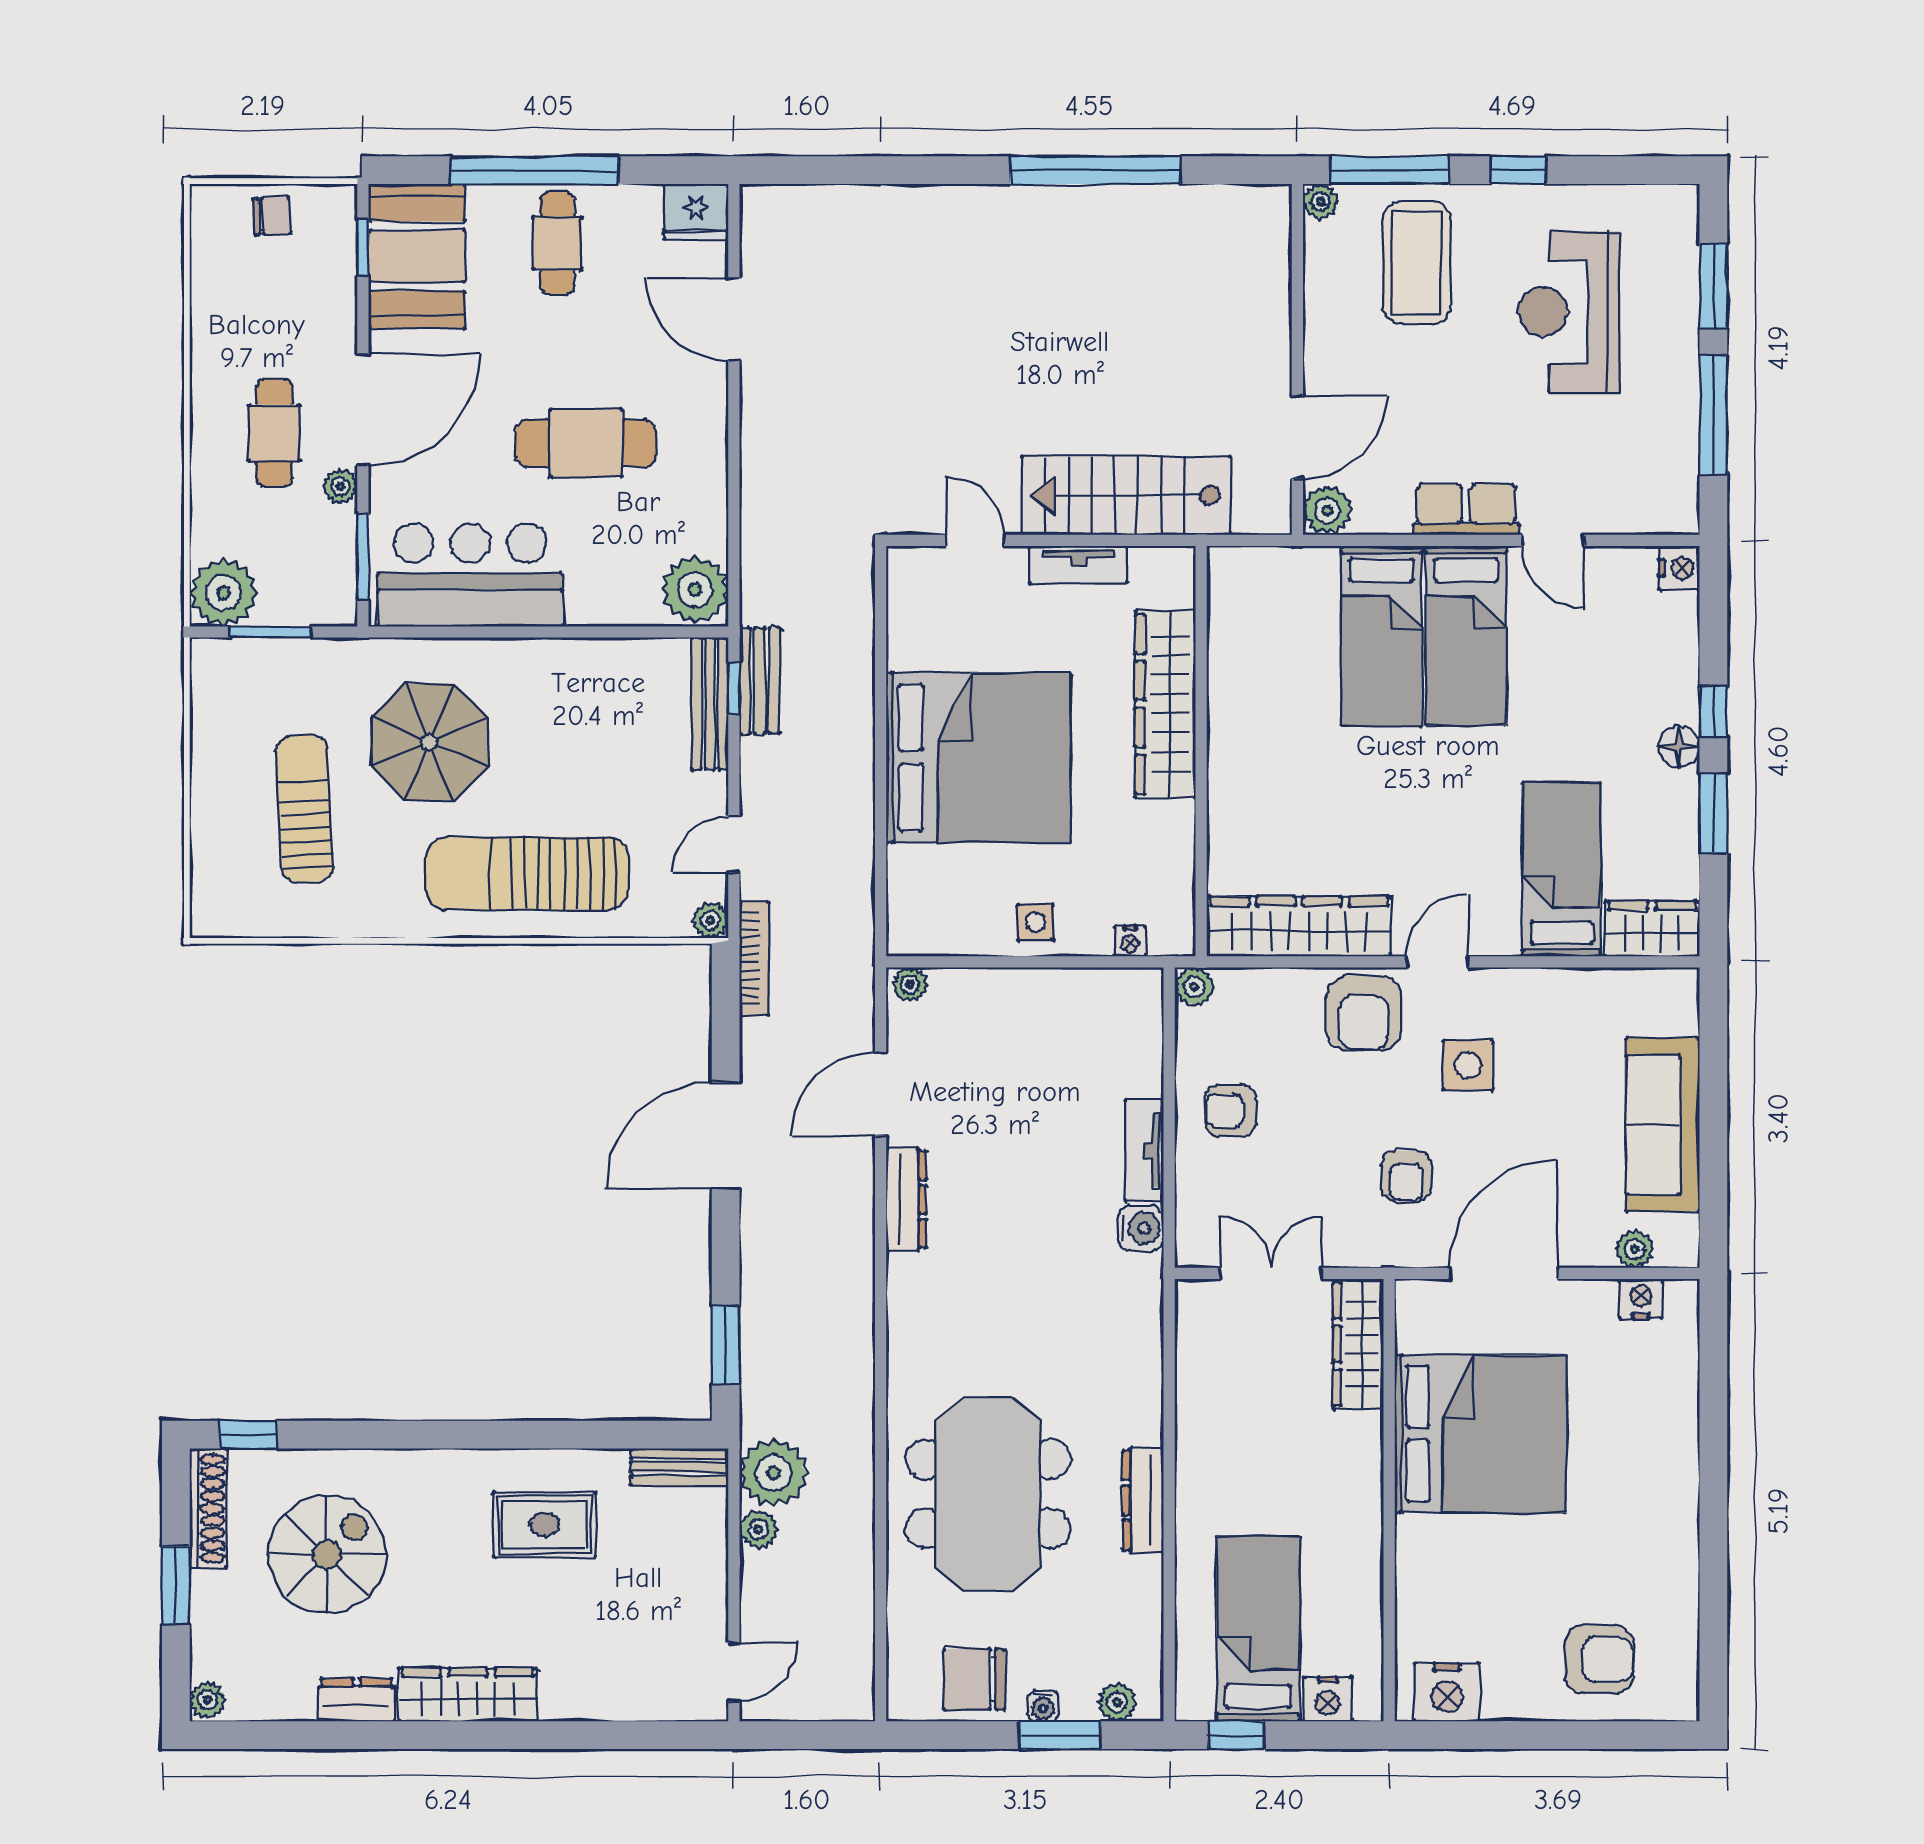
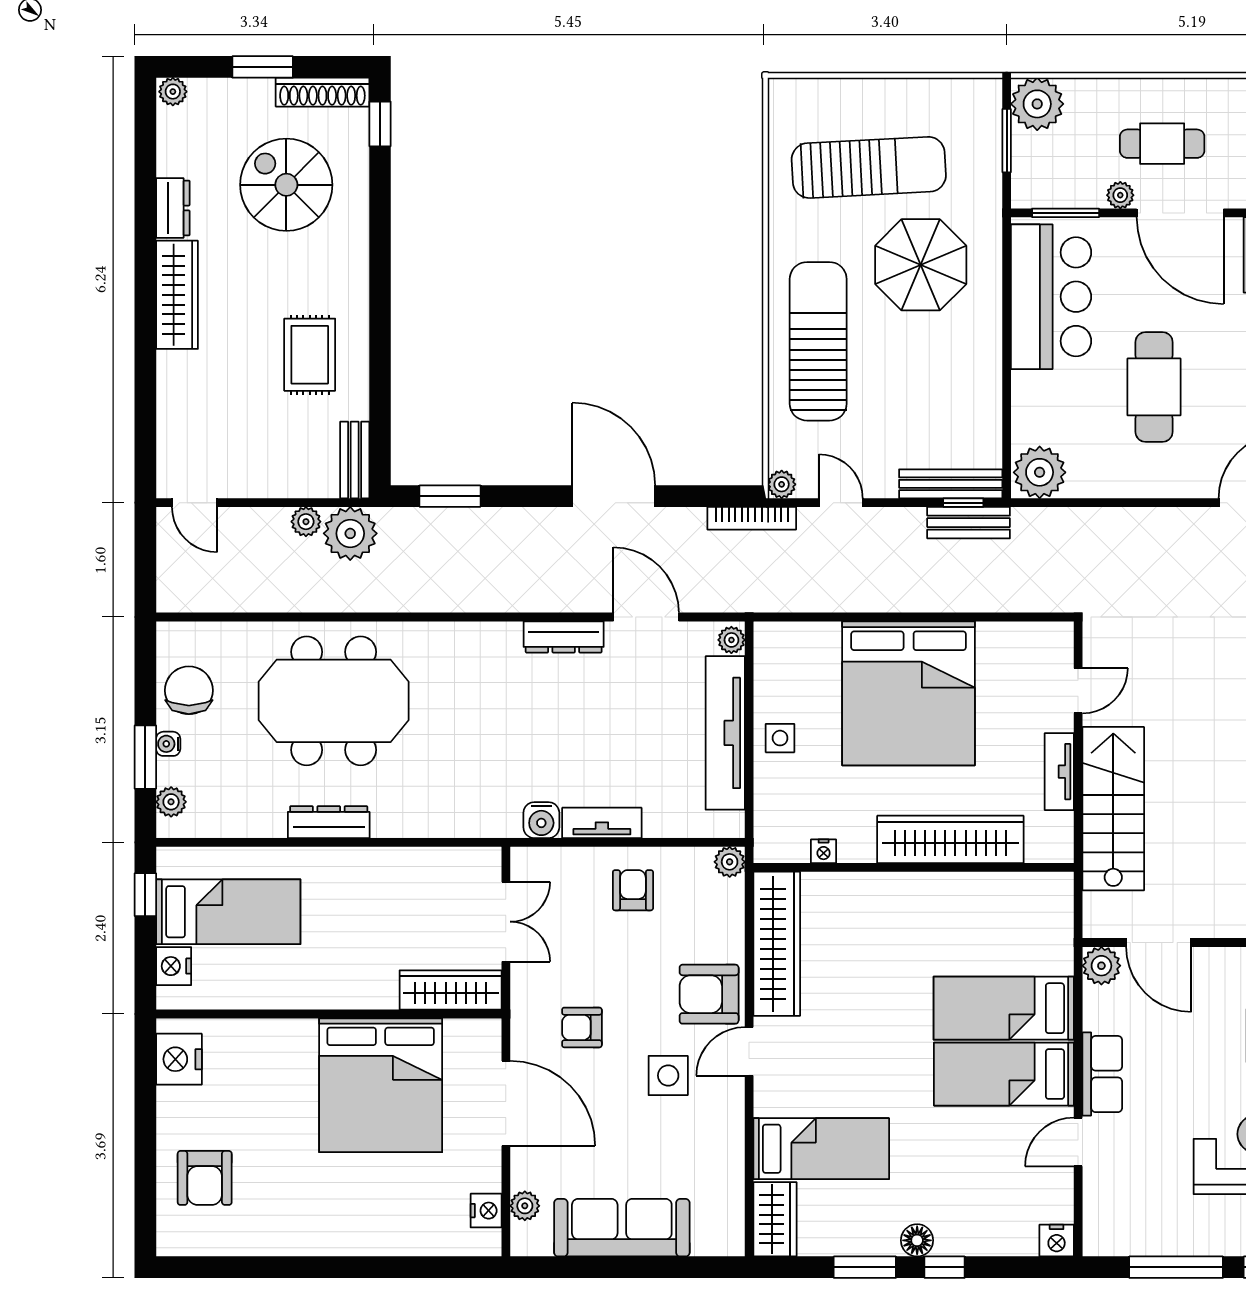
sun lounger: (305, 809) -> (869, 167), width x1.36, depth x1.34
nightstand: (1130, 941) -> (824, 851), moved, turned -90
door: (1437, 962) -> (749, 1051), swing flipped
tv unit: (1029, 993) -> (725, 733), added
spiral stairs: (327, 1555) -> (286, 185), turned 180

